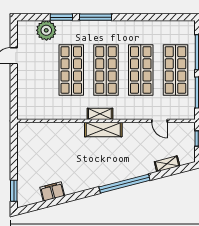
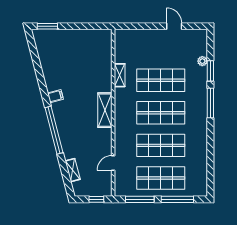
plant: (46, 30) -> (202, 61), width x0.53, depth x0.53
shelving: (100, 114) -> (120, 75), moved
filing cabinet: (52, 192) -> (55, 96), moved, width x0.50

